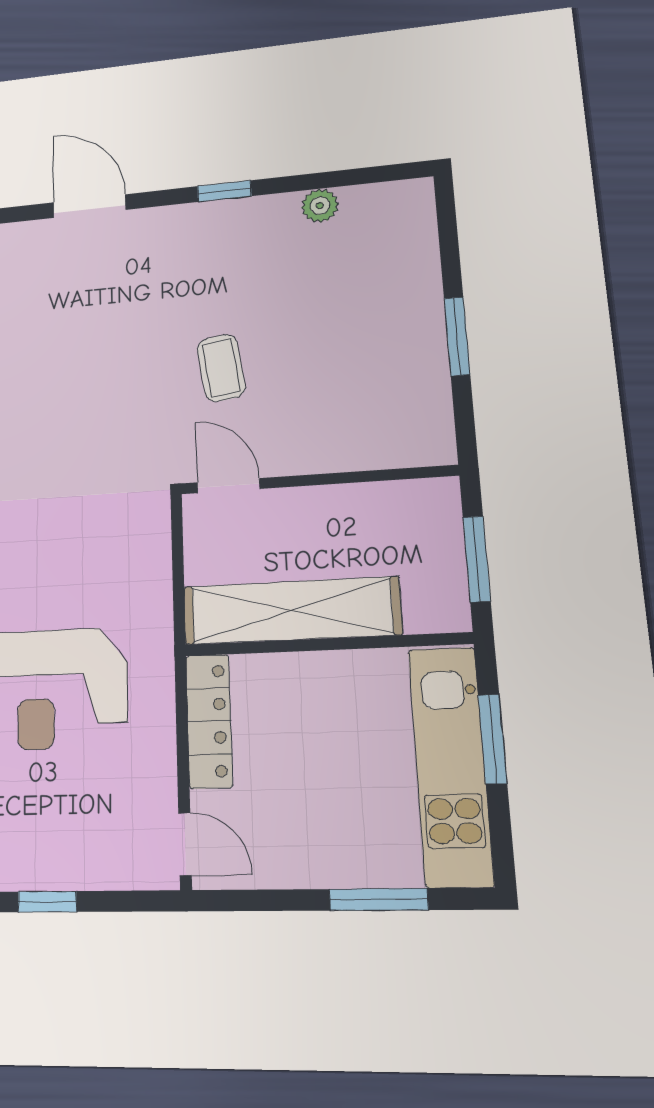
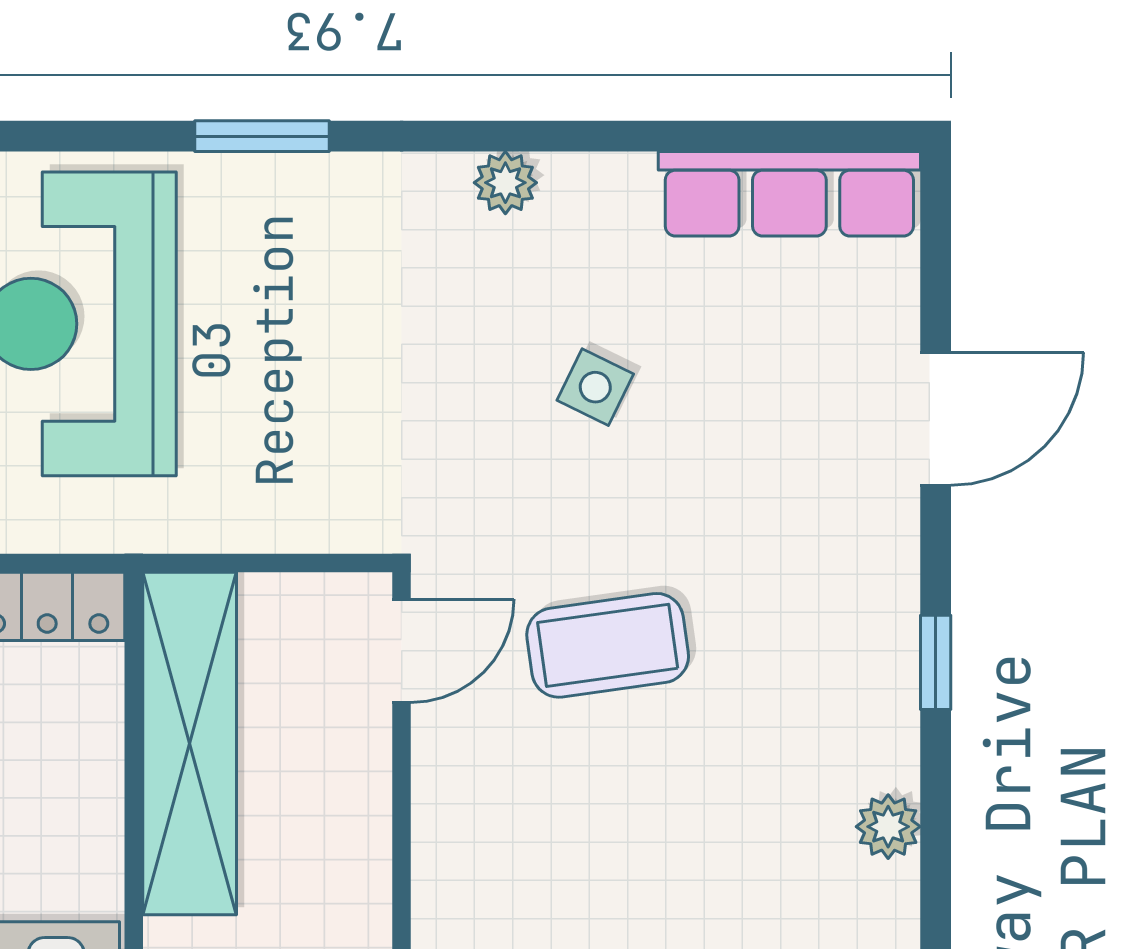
coffee table: (221, 368) -> (608, 645), width x1.36, depth x1.30
side table: (73, 387) -> (595, 387), added

